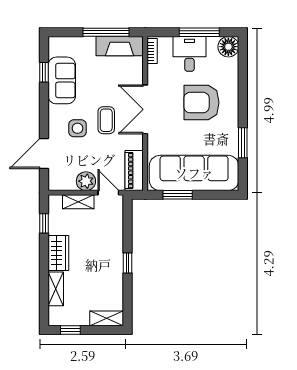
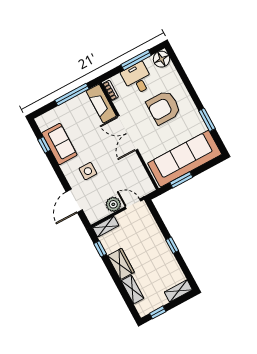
fireplace: (120, 46) -> (101, 104), moved, turned 90
coffee table: (106, 120) -> (105, 155), removed
piano: (134, 171) -> (143, 179), removed
shelving: (78, 202) -> (106, 227), moved

